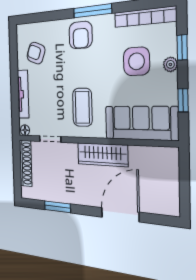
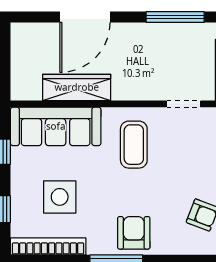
plant: (170, 64) -> (19, 191), removed
wardrobe: (102, 155) -> (77, 87), moved
window: (57, 207) -> (175, 17), width x1.44

